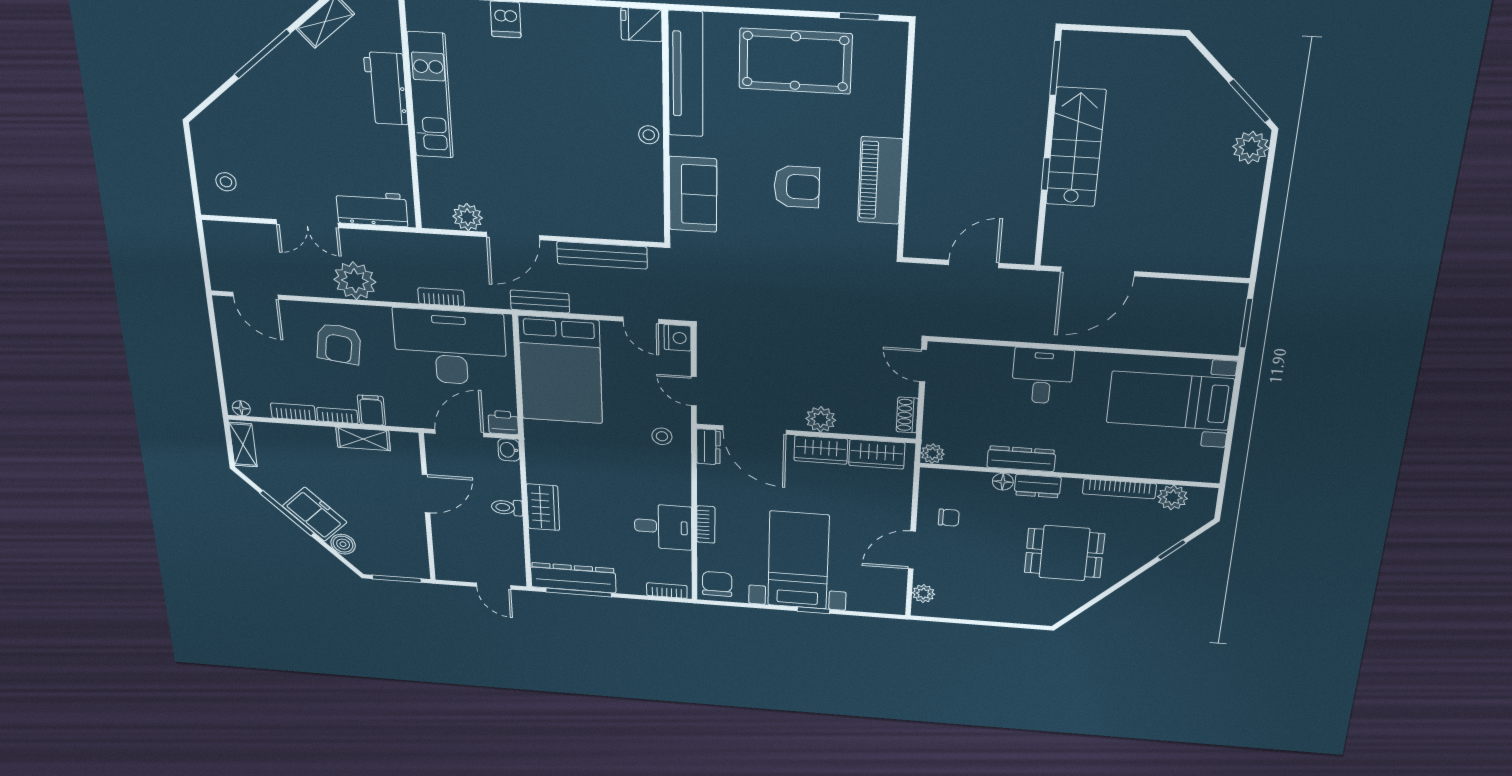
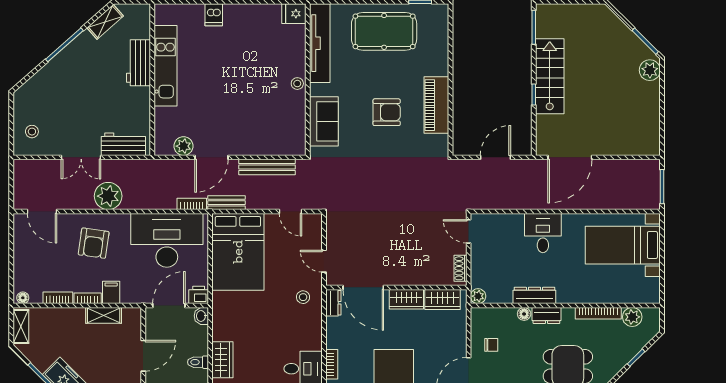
bookcase: (441, 297) -> (192, 204), moved
nightstand: (677, 338) -> (314, 223), removed
plant: (821, 419) -> (406, 276), removed

